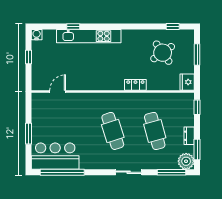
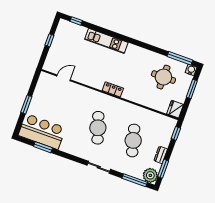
window: (73, 27) -> (76, 21), moved
window: (173, 27) -> (180, 58), width x2.17
water cooler: (37, 35) -> (191, 70), moved
kitchen unit: (89, 36) -> (106, 41), width x0.73
round table: (163, 53) -> (163, 77), turned 35
locker: (135, 85) -> (113, 89), moved
window: (62, 172) -> (43, 147), width x0.47

